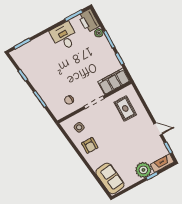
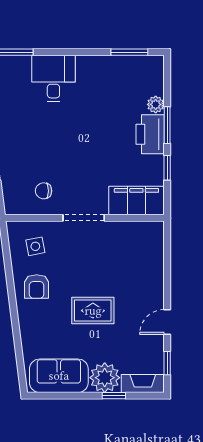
printer: (89, 21) -> (150, 134), moved
desk: (64, 36) -> (53, 78), moved
rug: (125, 108) -> (93, 311), moved, turned 90
door: (158, 129) -> (167, 322), swing flipped
sofa: (110, 179) -> (59, 376), moved, turned -83

